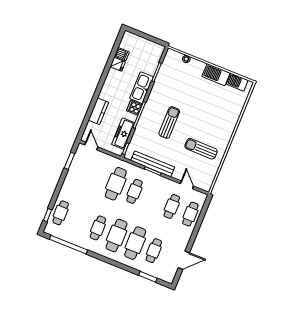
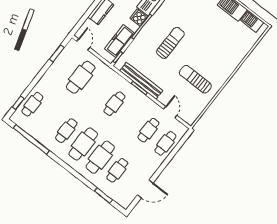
cafe table: (116, 184) -> (81, 77), moved

